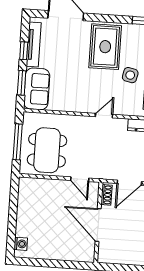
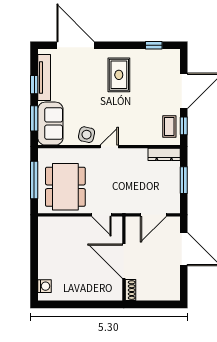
rug: (105, 47) -> (119, 75), width x0.73, depth x0.70
side table: (130, 75) -> (87, 135), moved
door: (104, 116) -> (109, 147), moved
shoe rack: (106, 195) -> (130, 290), moved

